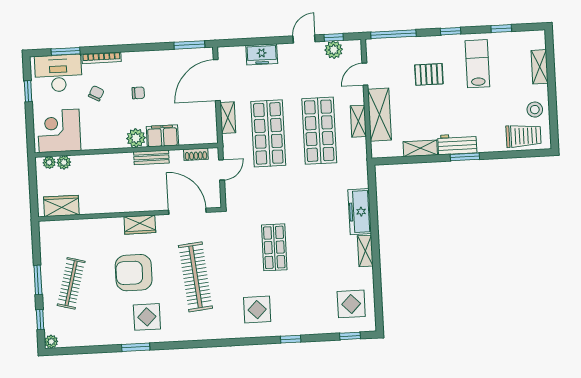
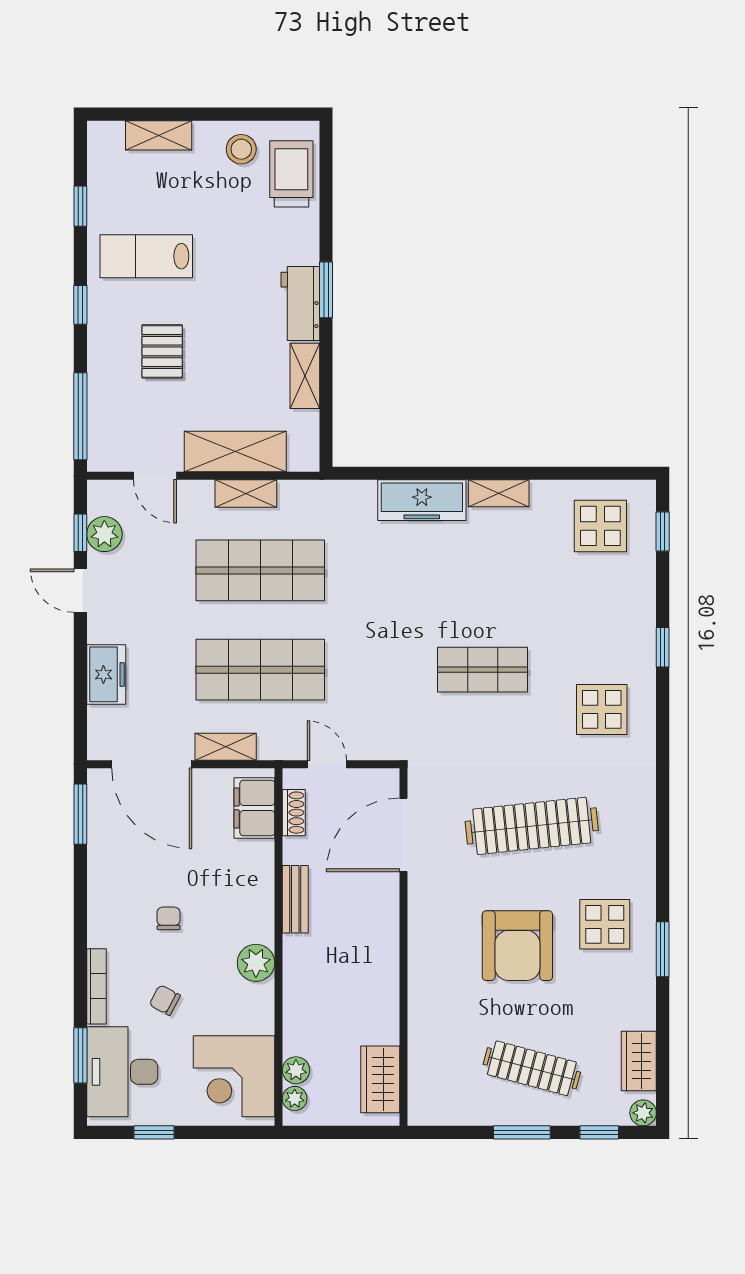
filing cabinet: (162, 136) -> (254, 808), moved
plant: (136, 138) -> (256, 963), moved
wardrobe: (140, 225) -> (639, 1061), moved, turned 180

